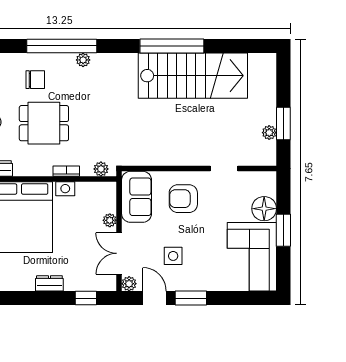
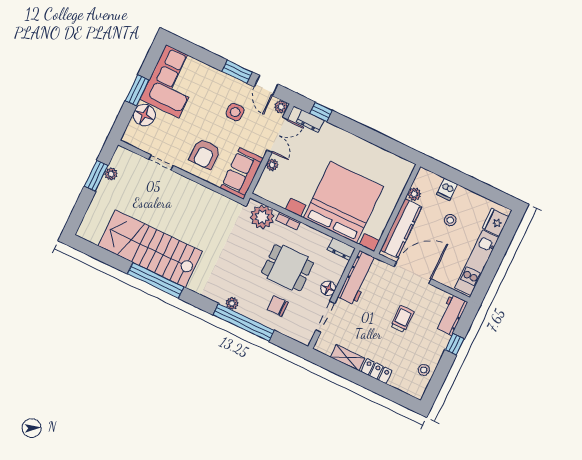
plant: (101, 169) -> (262, 217), width x1.87, depth x1.87
armchair: (183, 199) -> (205, 154), turned 90
dresser: (49, 283) -> (310, 121), moved

